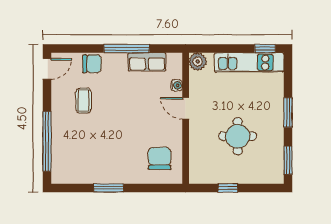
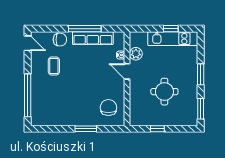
window: (265, 49) -> (171, 29), moved
row of seats: (147, 62) -> (93, 38), width x1.48
plant: (198, 62) -> (136, 54), moved
door: (47, 69) -> (28, 43), hinge flipped
window: (109, 188) -> (86, 129), moved

